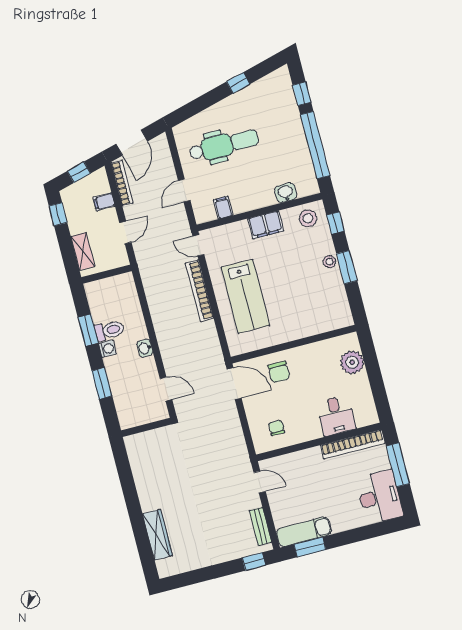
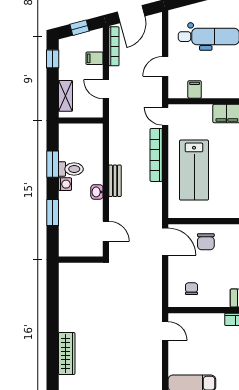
door: (125, 233) -> (106, 89), swing flipped
bench: (260, 526) -> (115, 181), moved

